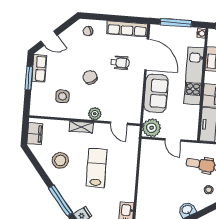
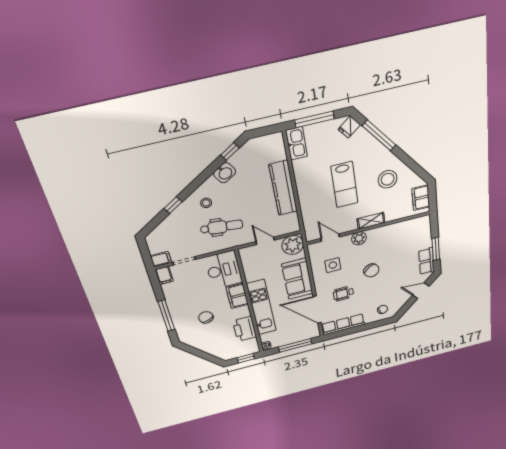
side table: (62, 96) -> (333, 265), moved
kitchen counter: (146, 182) -> (283, 188), added

